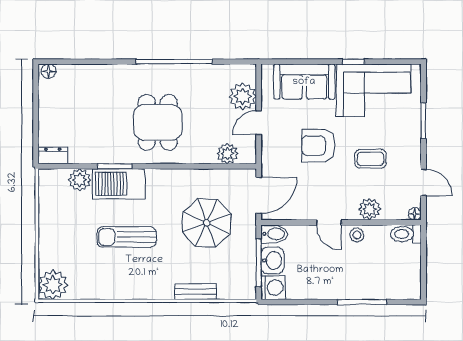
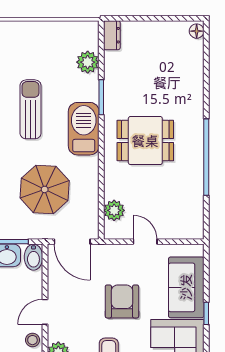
window: (353, 62) -> (206, 313), moved
plant: (243, 96) -> (171, 226), removed
barbecue: (119, 184) -> (84, 129), moved

